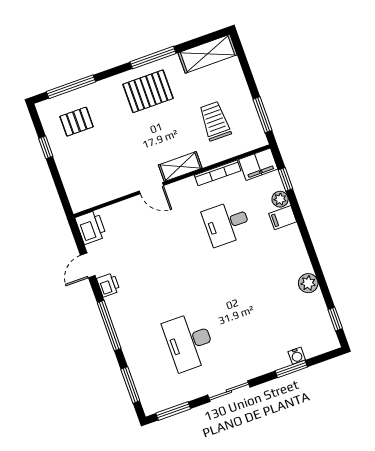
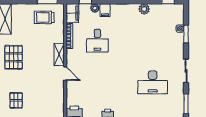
trolley: (215, 121) -> (44, 17), moved
door: (151, 188) -> (65, 74), hinge flipped

